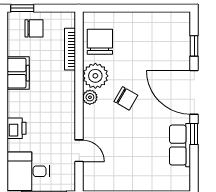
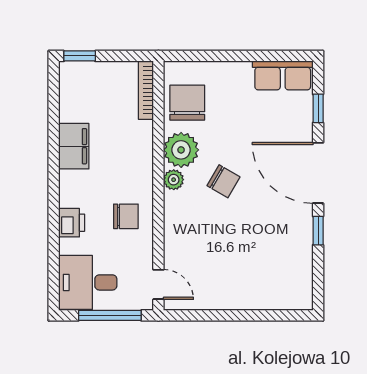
chair: (34, 28) -> (126, 216), moved
bookcase: (70, 49) -> (146, 90), moved
row of seats: (180, 145) -> (283, 75), moved, turned -90
door: (79, 151) -> (158, 284), moved

